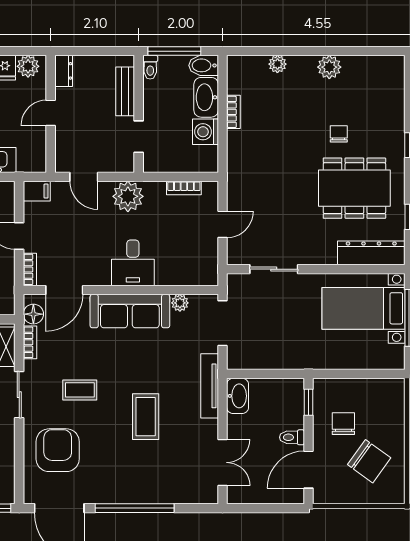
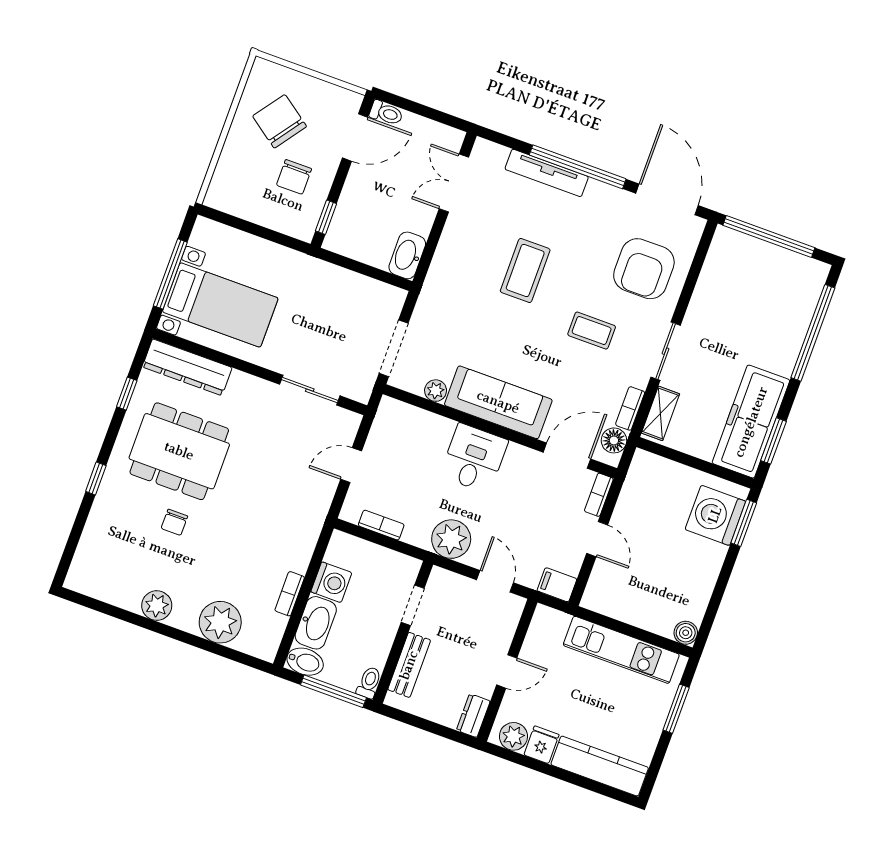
plant: (277, 64) -> (220, 622), width x1.87, depth x1.87
tv unit: (210, 386) -> (547, 173), moved, turned 90
toilet: (292, 437) -> (386, 113), moved

